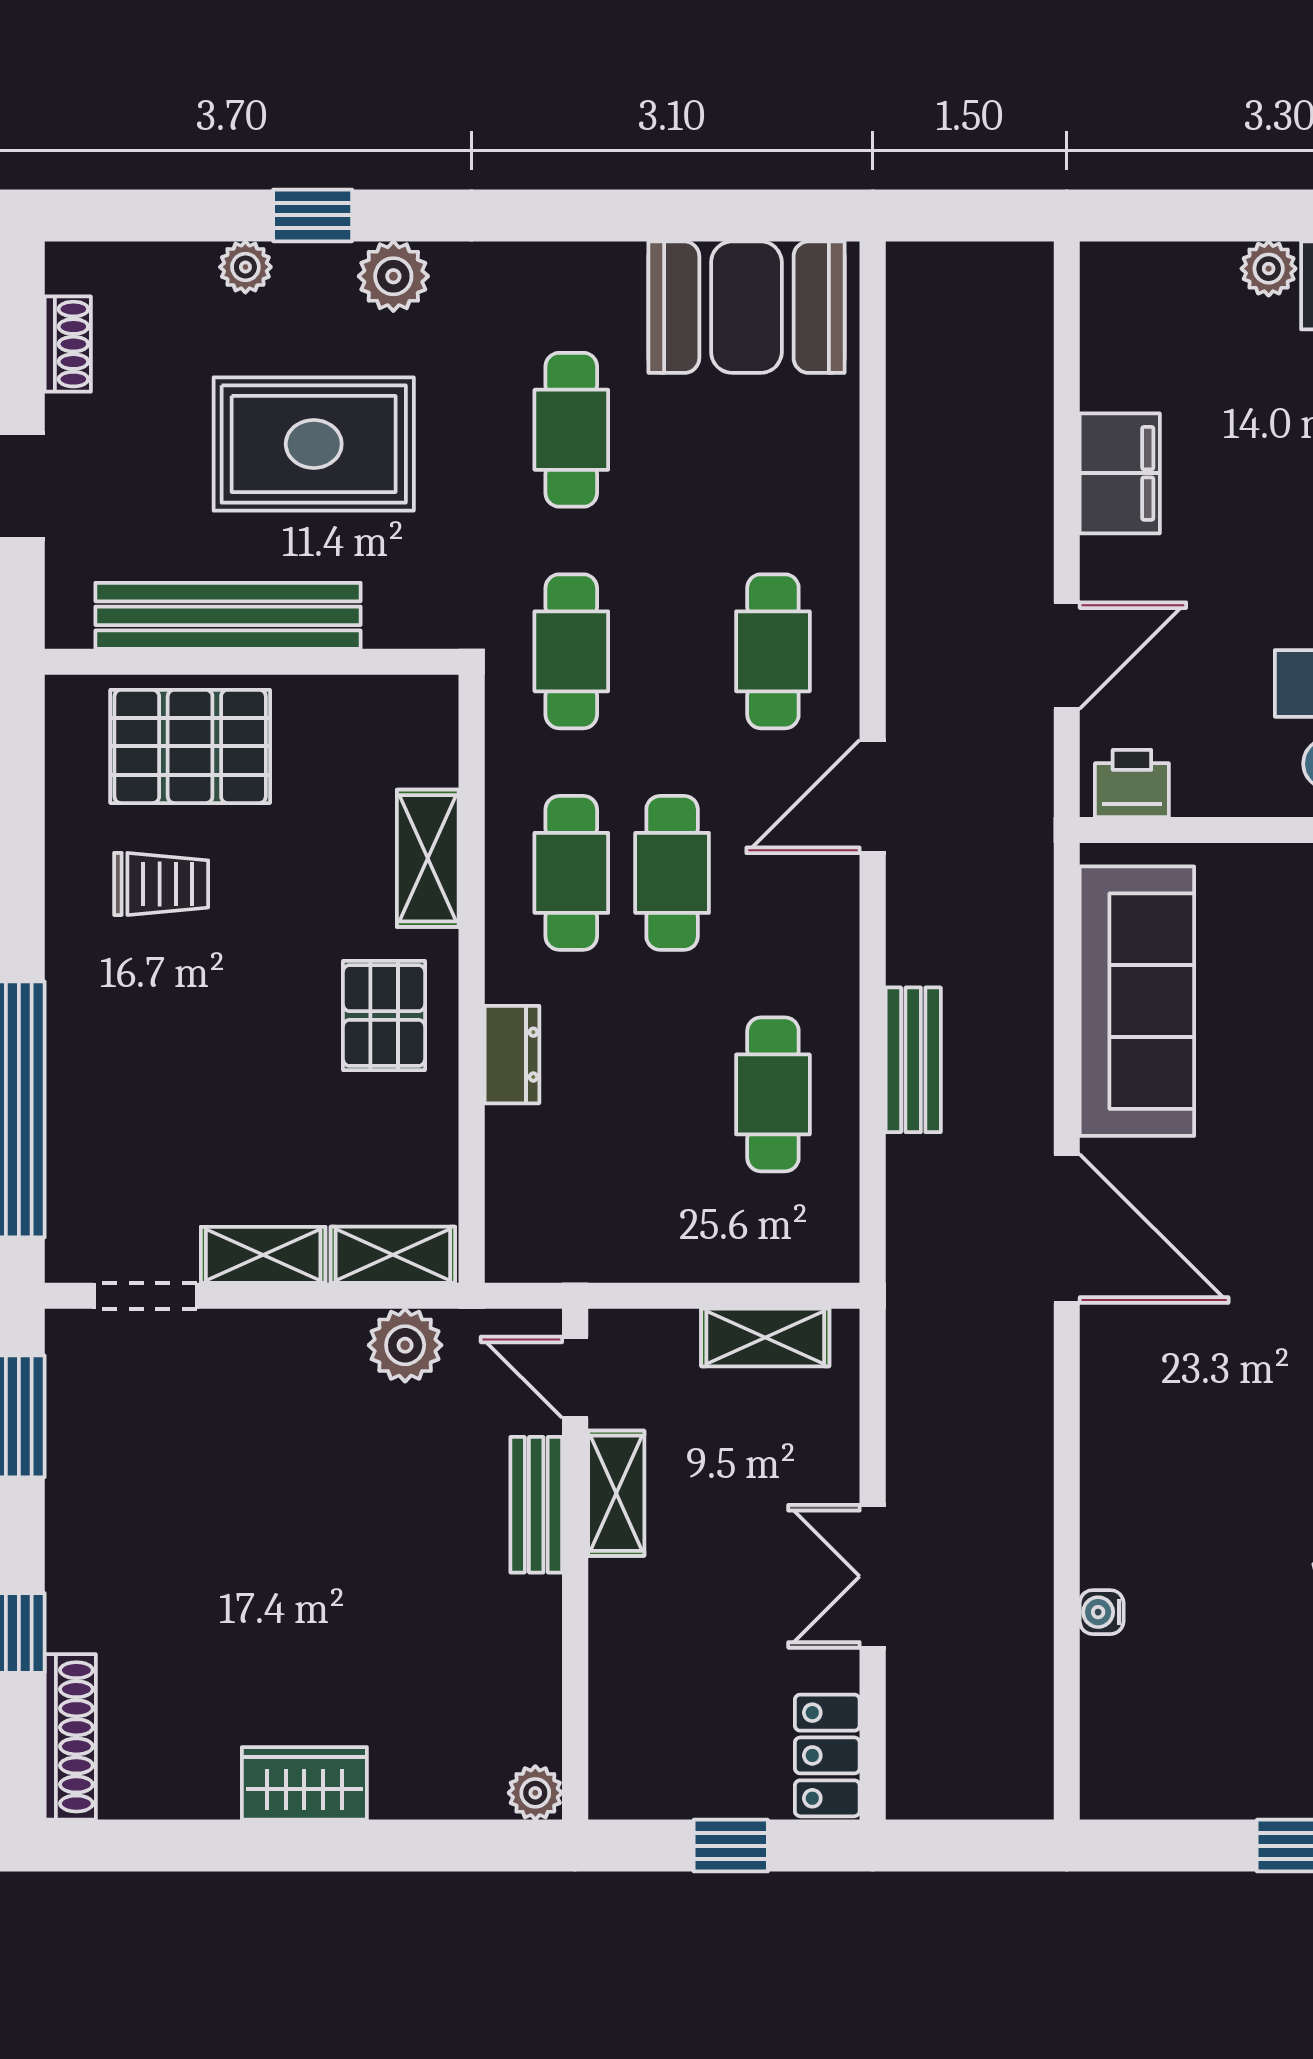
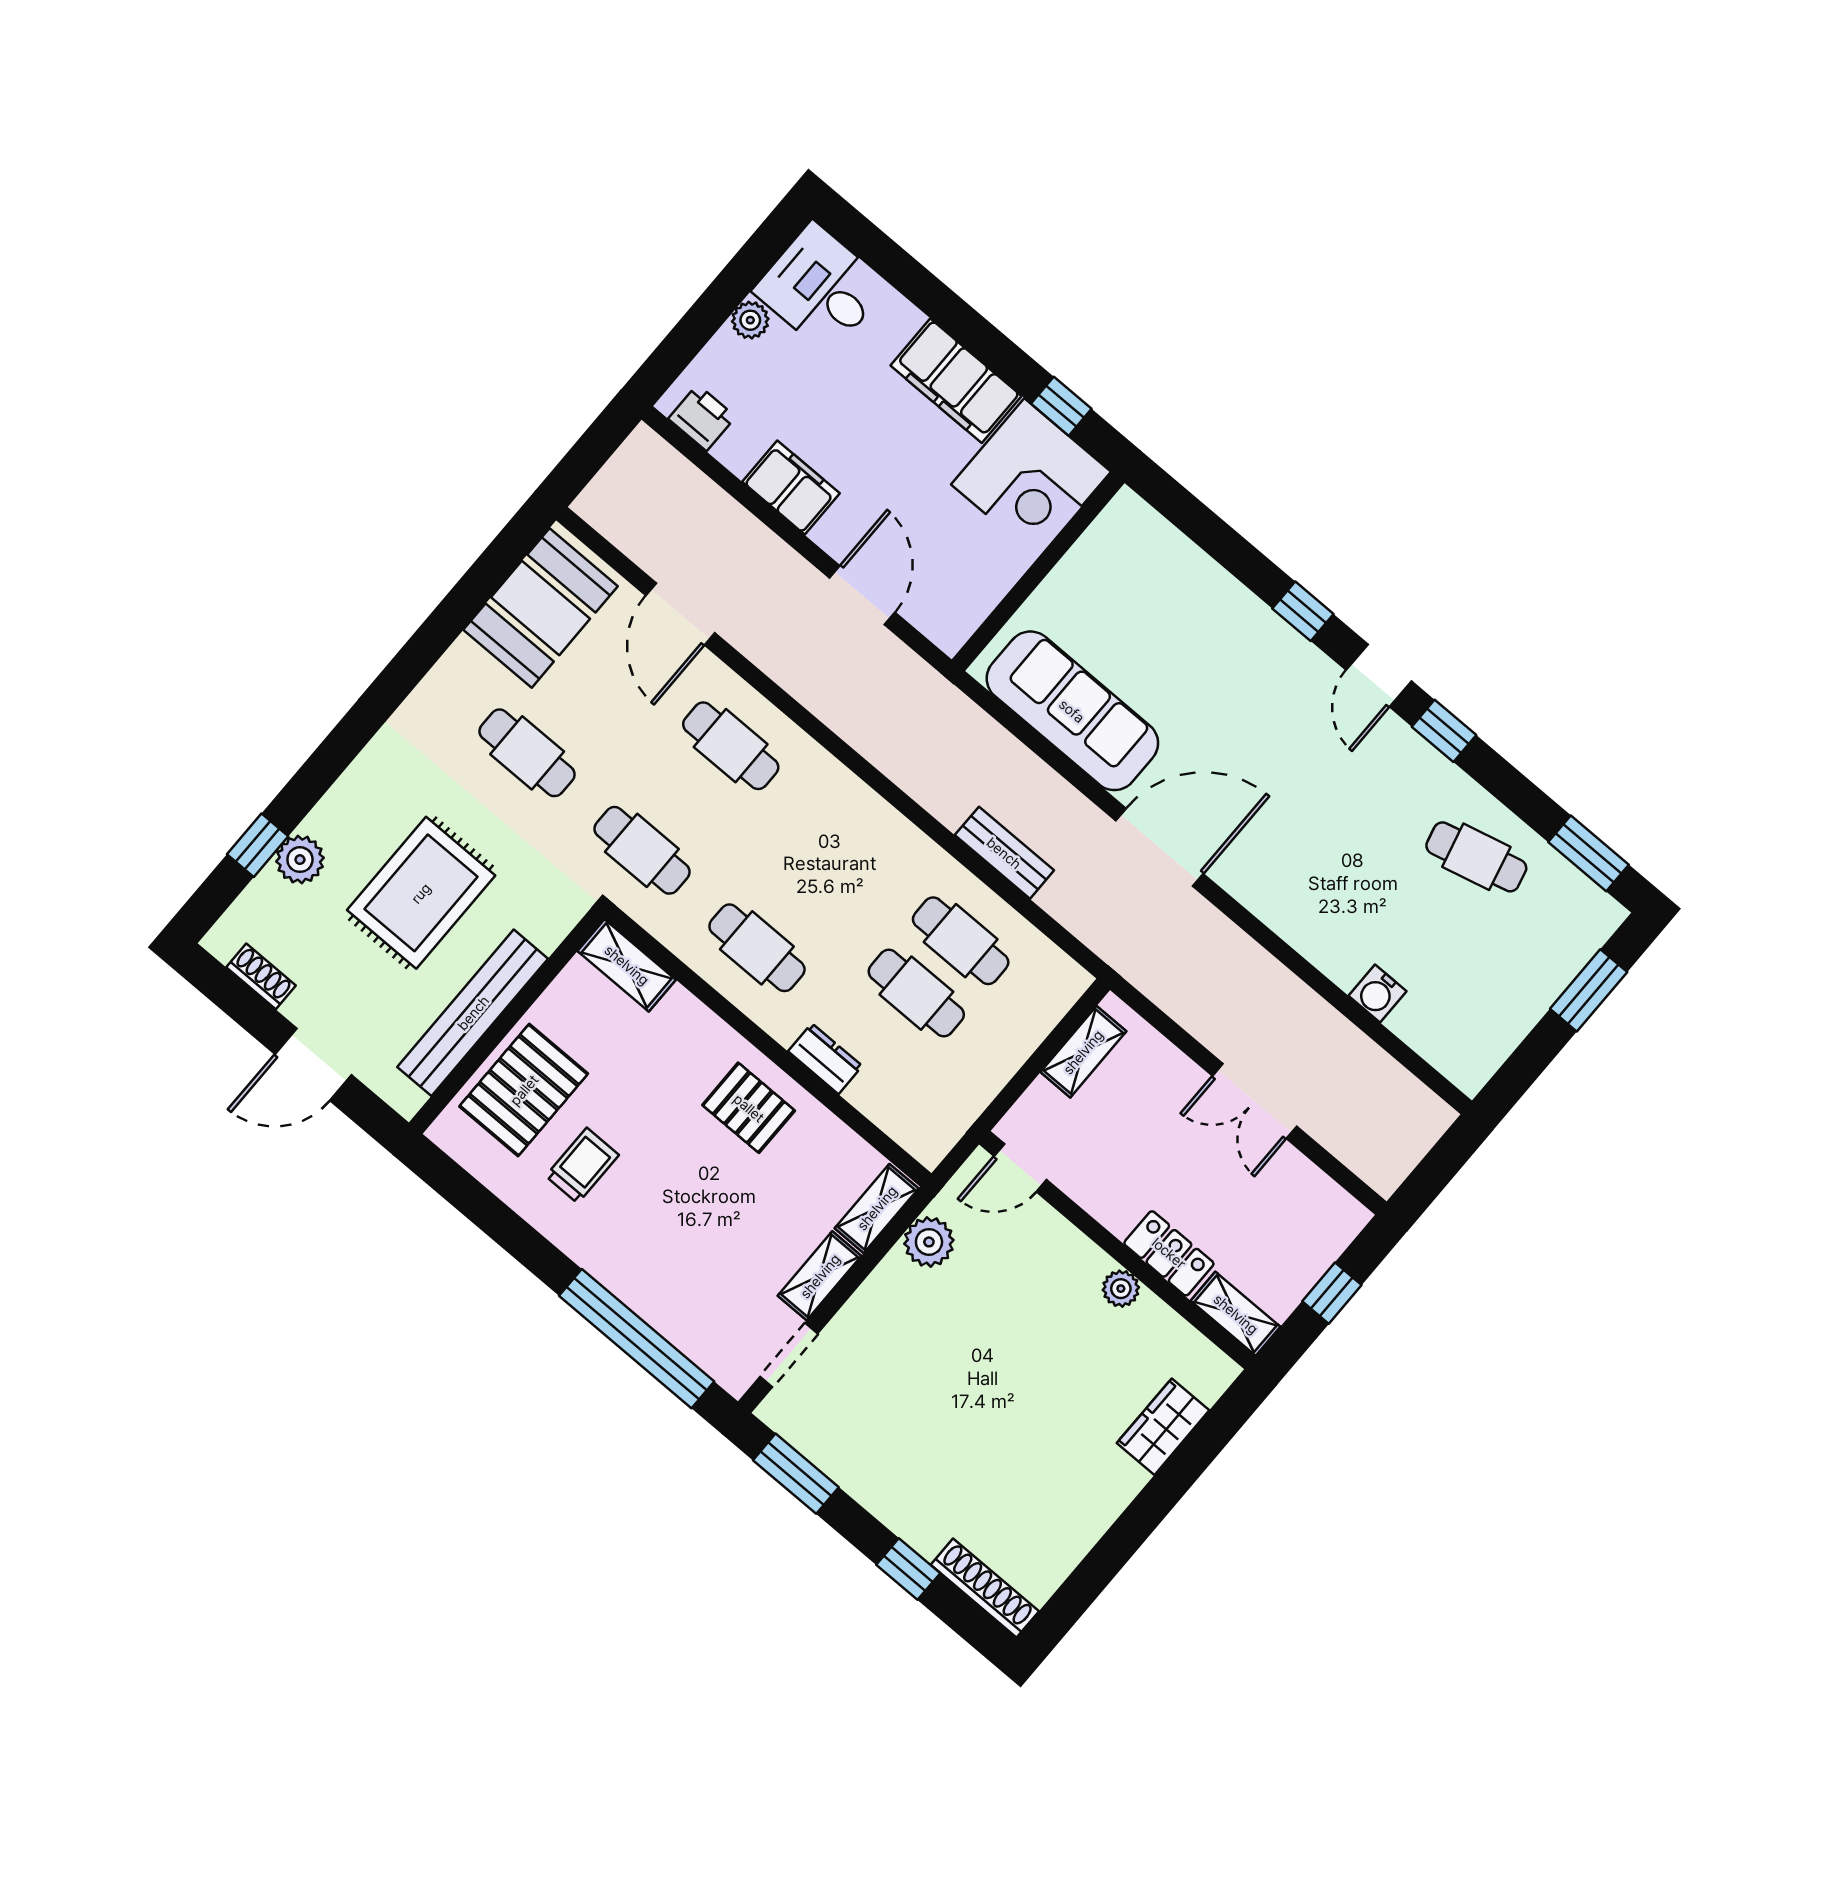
window: (313, 215) -> (258, 845), moved
plant: (245, 267) -> (300, 860), width x1.38, depth x1.38
plant: (393, 276) -> (369, 778), removed
printer: (1132, 783) -> (702, 418), moved, turned 90
door: (873, 796) -> (680, 614), moved
shelving: (428, 858) -> (627, 965), moved
cafe table: (672, 873) -> (916, 993), moved
shelving: (616, 1493) -> (1236, 1314), moved
bench: (536, 1505) -> (1069, 1244), removed
water cooler: (1102, 1612) -> (1378, 994), width x1.38, depth x1.38
locker: (827, 1755) -> (1169, 1253), moved, turned 180
wardrobe: (304, 1783) -> (1163, 1427), moved
plant: (535, 1793) -> (1121, 1289), moved

